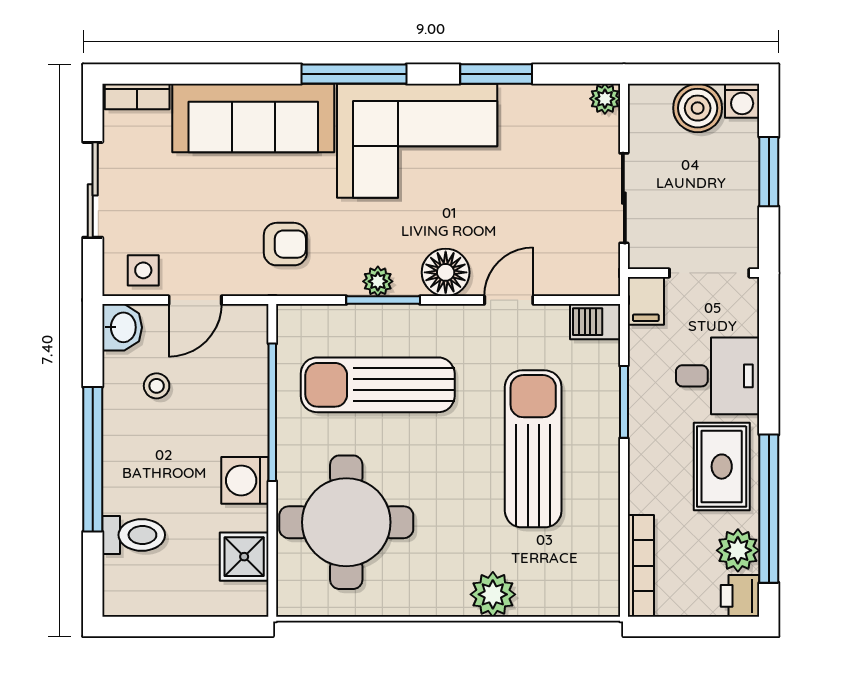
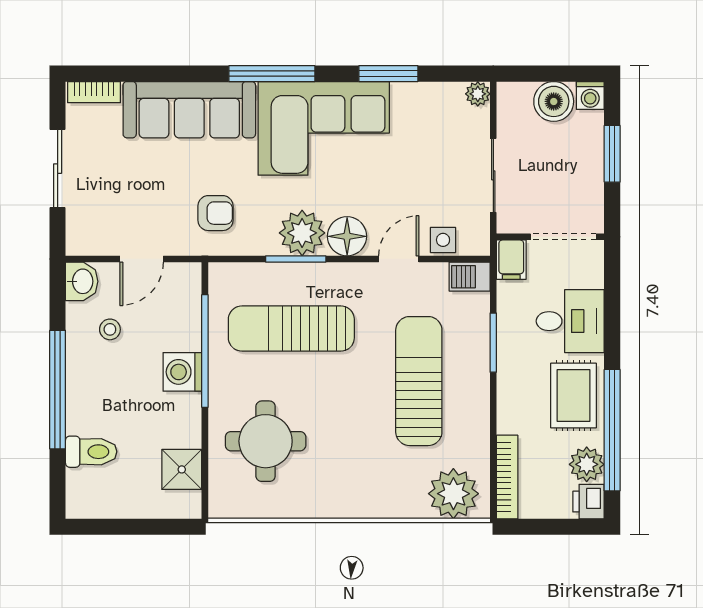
side table: (143, 270) -> (443, 240), moved
plant: (378, 281) -> (302, 233), width x1.88, depth x1.88
washing machine: (245, 480) -> (182, 372), moved
round table: (346, 522) -> (266, 441), width x0.73, depth x0.73
plant: (493, 594) -> (453, 494), moved, width x1.36, depth x1.36

